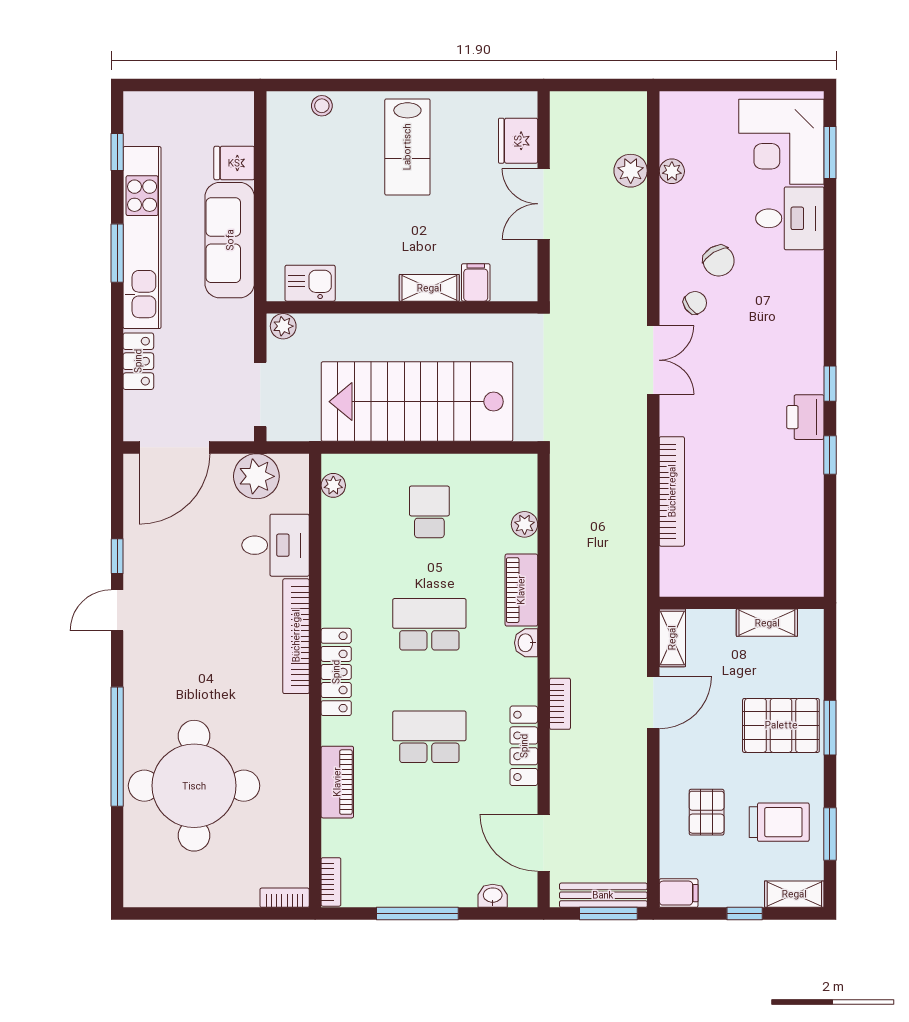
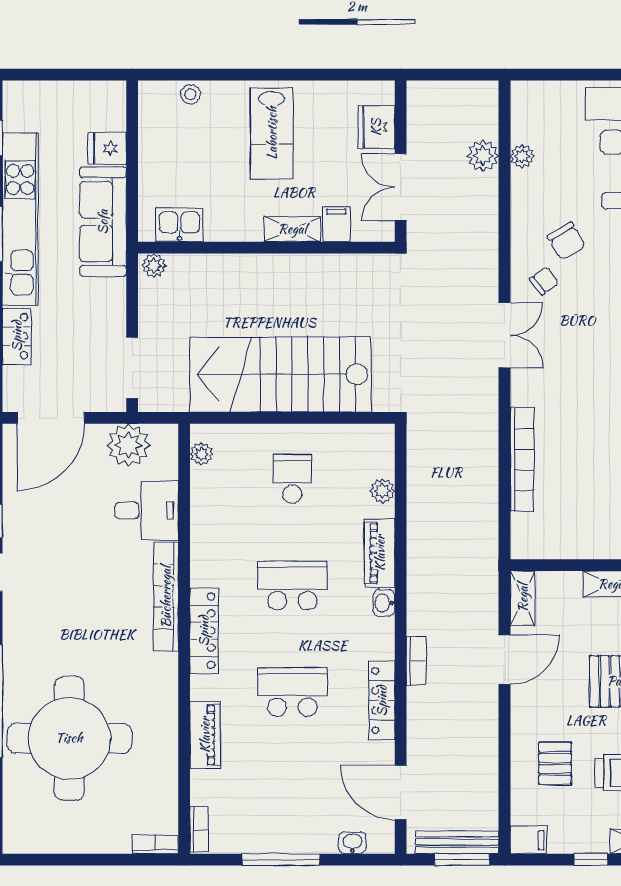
filing cabinet: (476, 282) -> (336, 224), moved
kitchen sink: (310, 283) -> (179, 225), moved
shelving: (429, 288) -> (292, 229), moved
wall: (402, 307) -> (266, 248), moved
plant: (283, 326) -> (154, 266), moved

